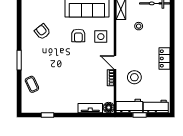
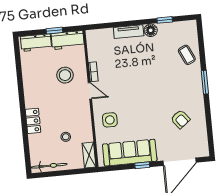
armchair: (78, 36) -> (137, 119), removed
locker: (164, 58) -> (33, 121), moved
tv unit: (90, 108) -> (129, 32), moved
floor lamp: (109, 108) -> (151, 30), moved

